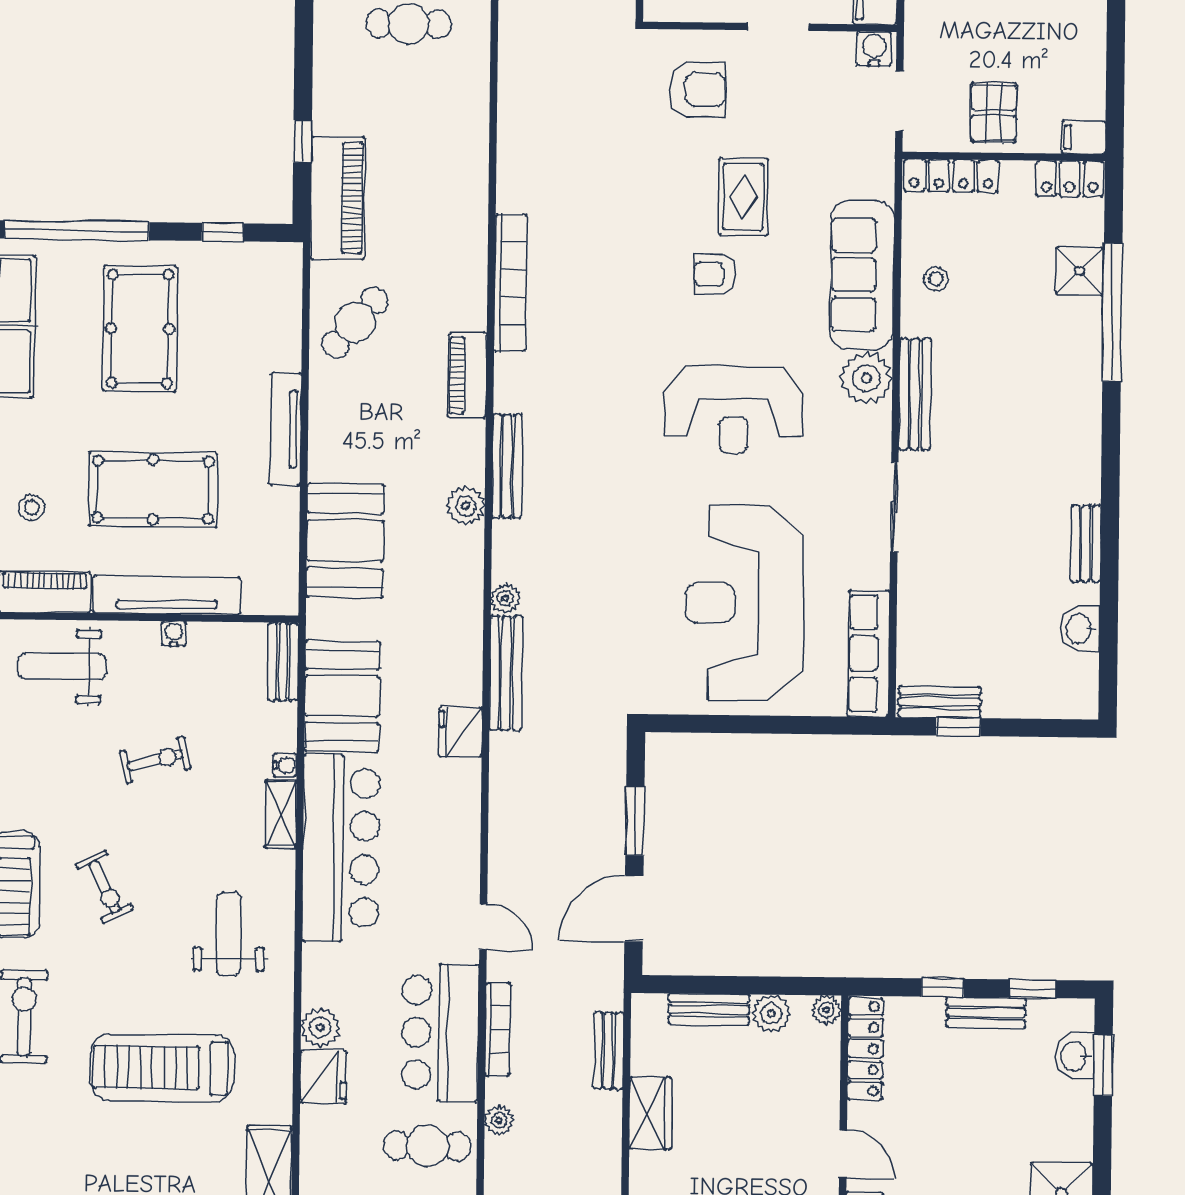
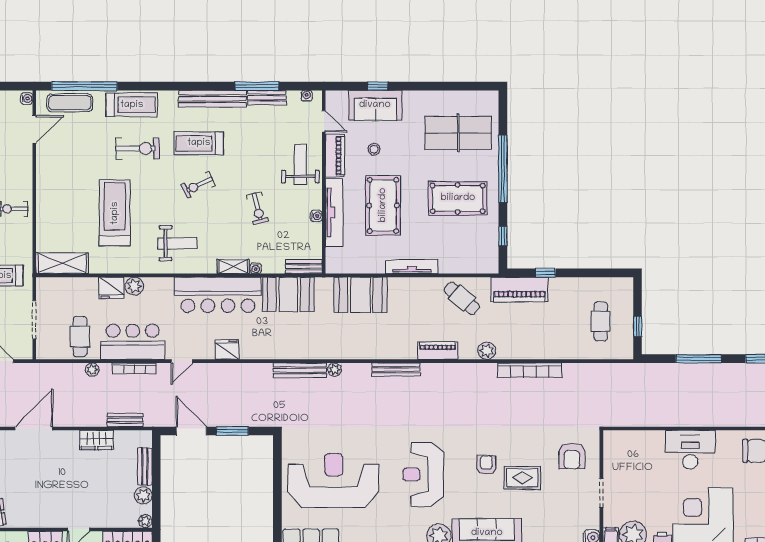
bookcase: (510, 283) -> (530, 370), moved
plant: (466, 506) -> (487, 351), moved
fridge: (460, 732) -> (227, 349), moved

